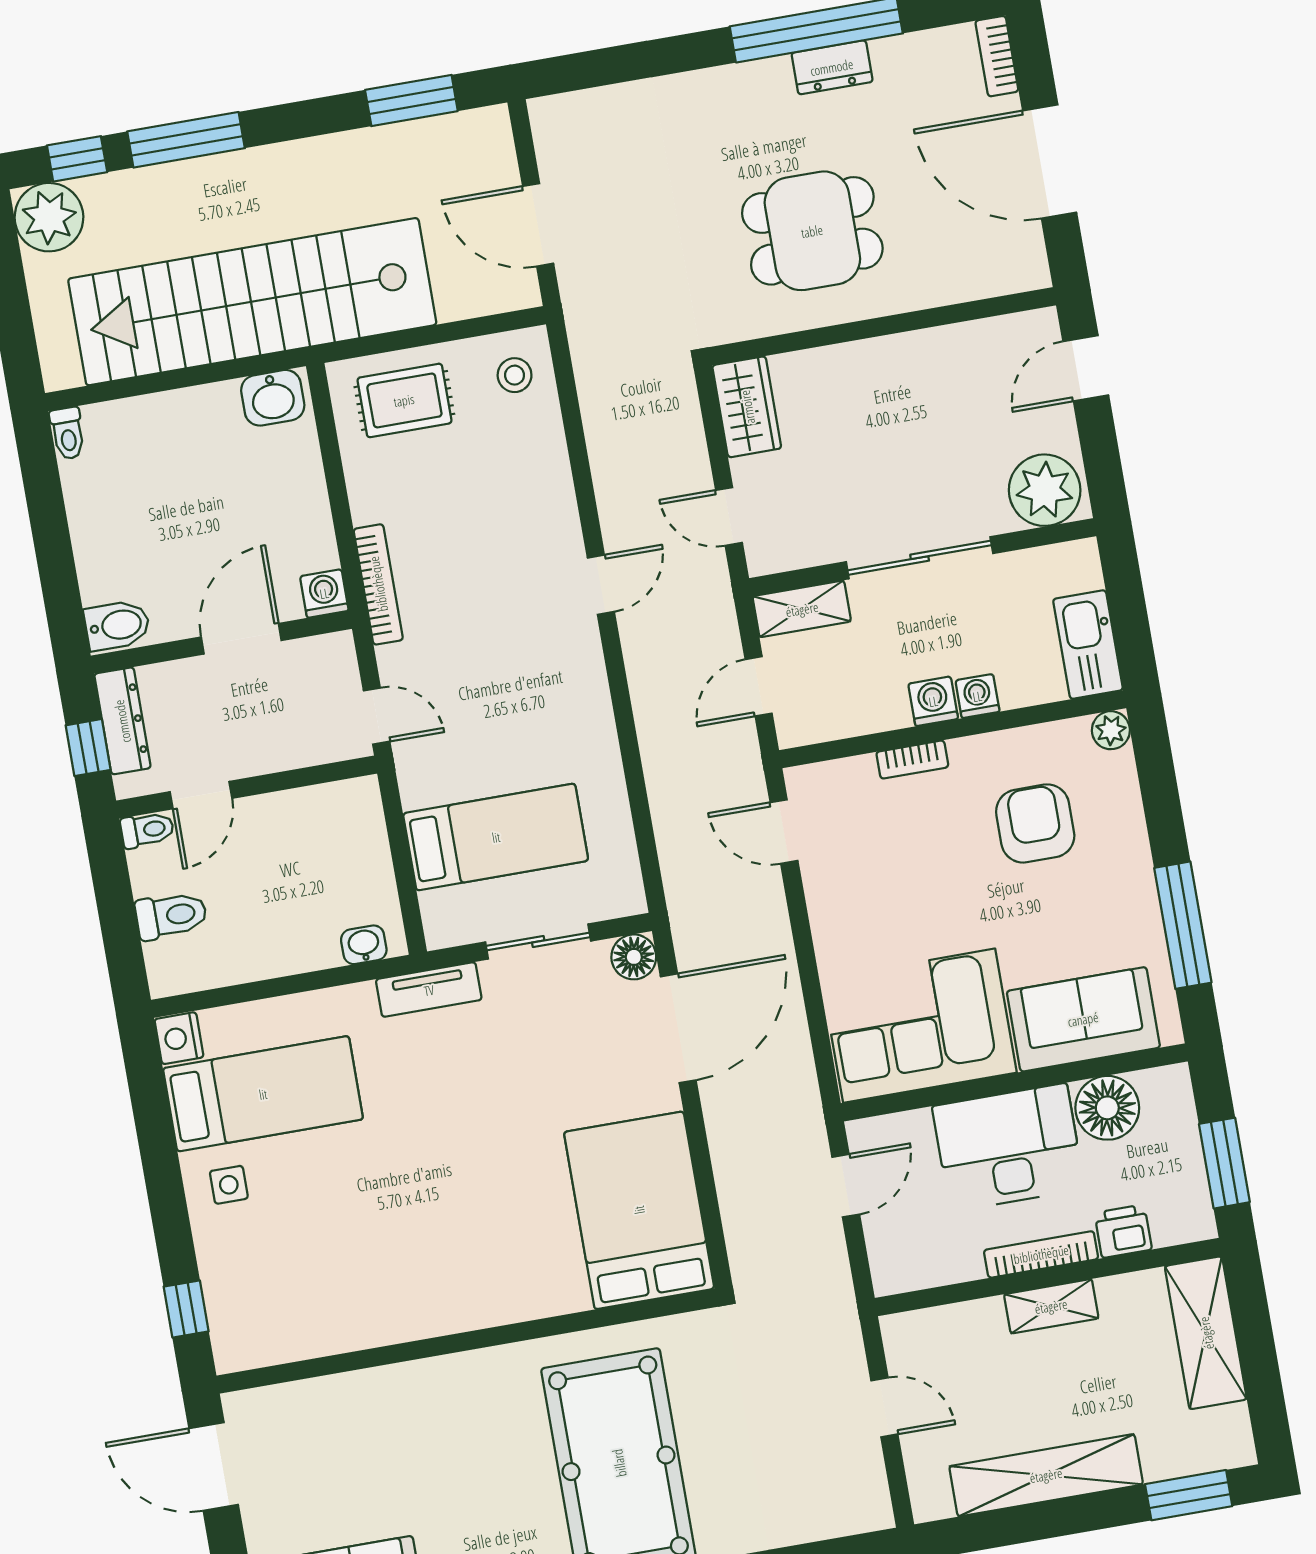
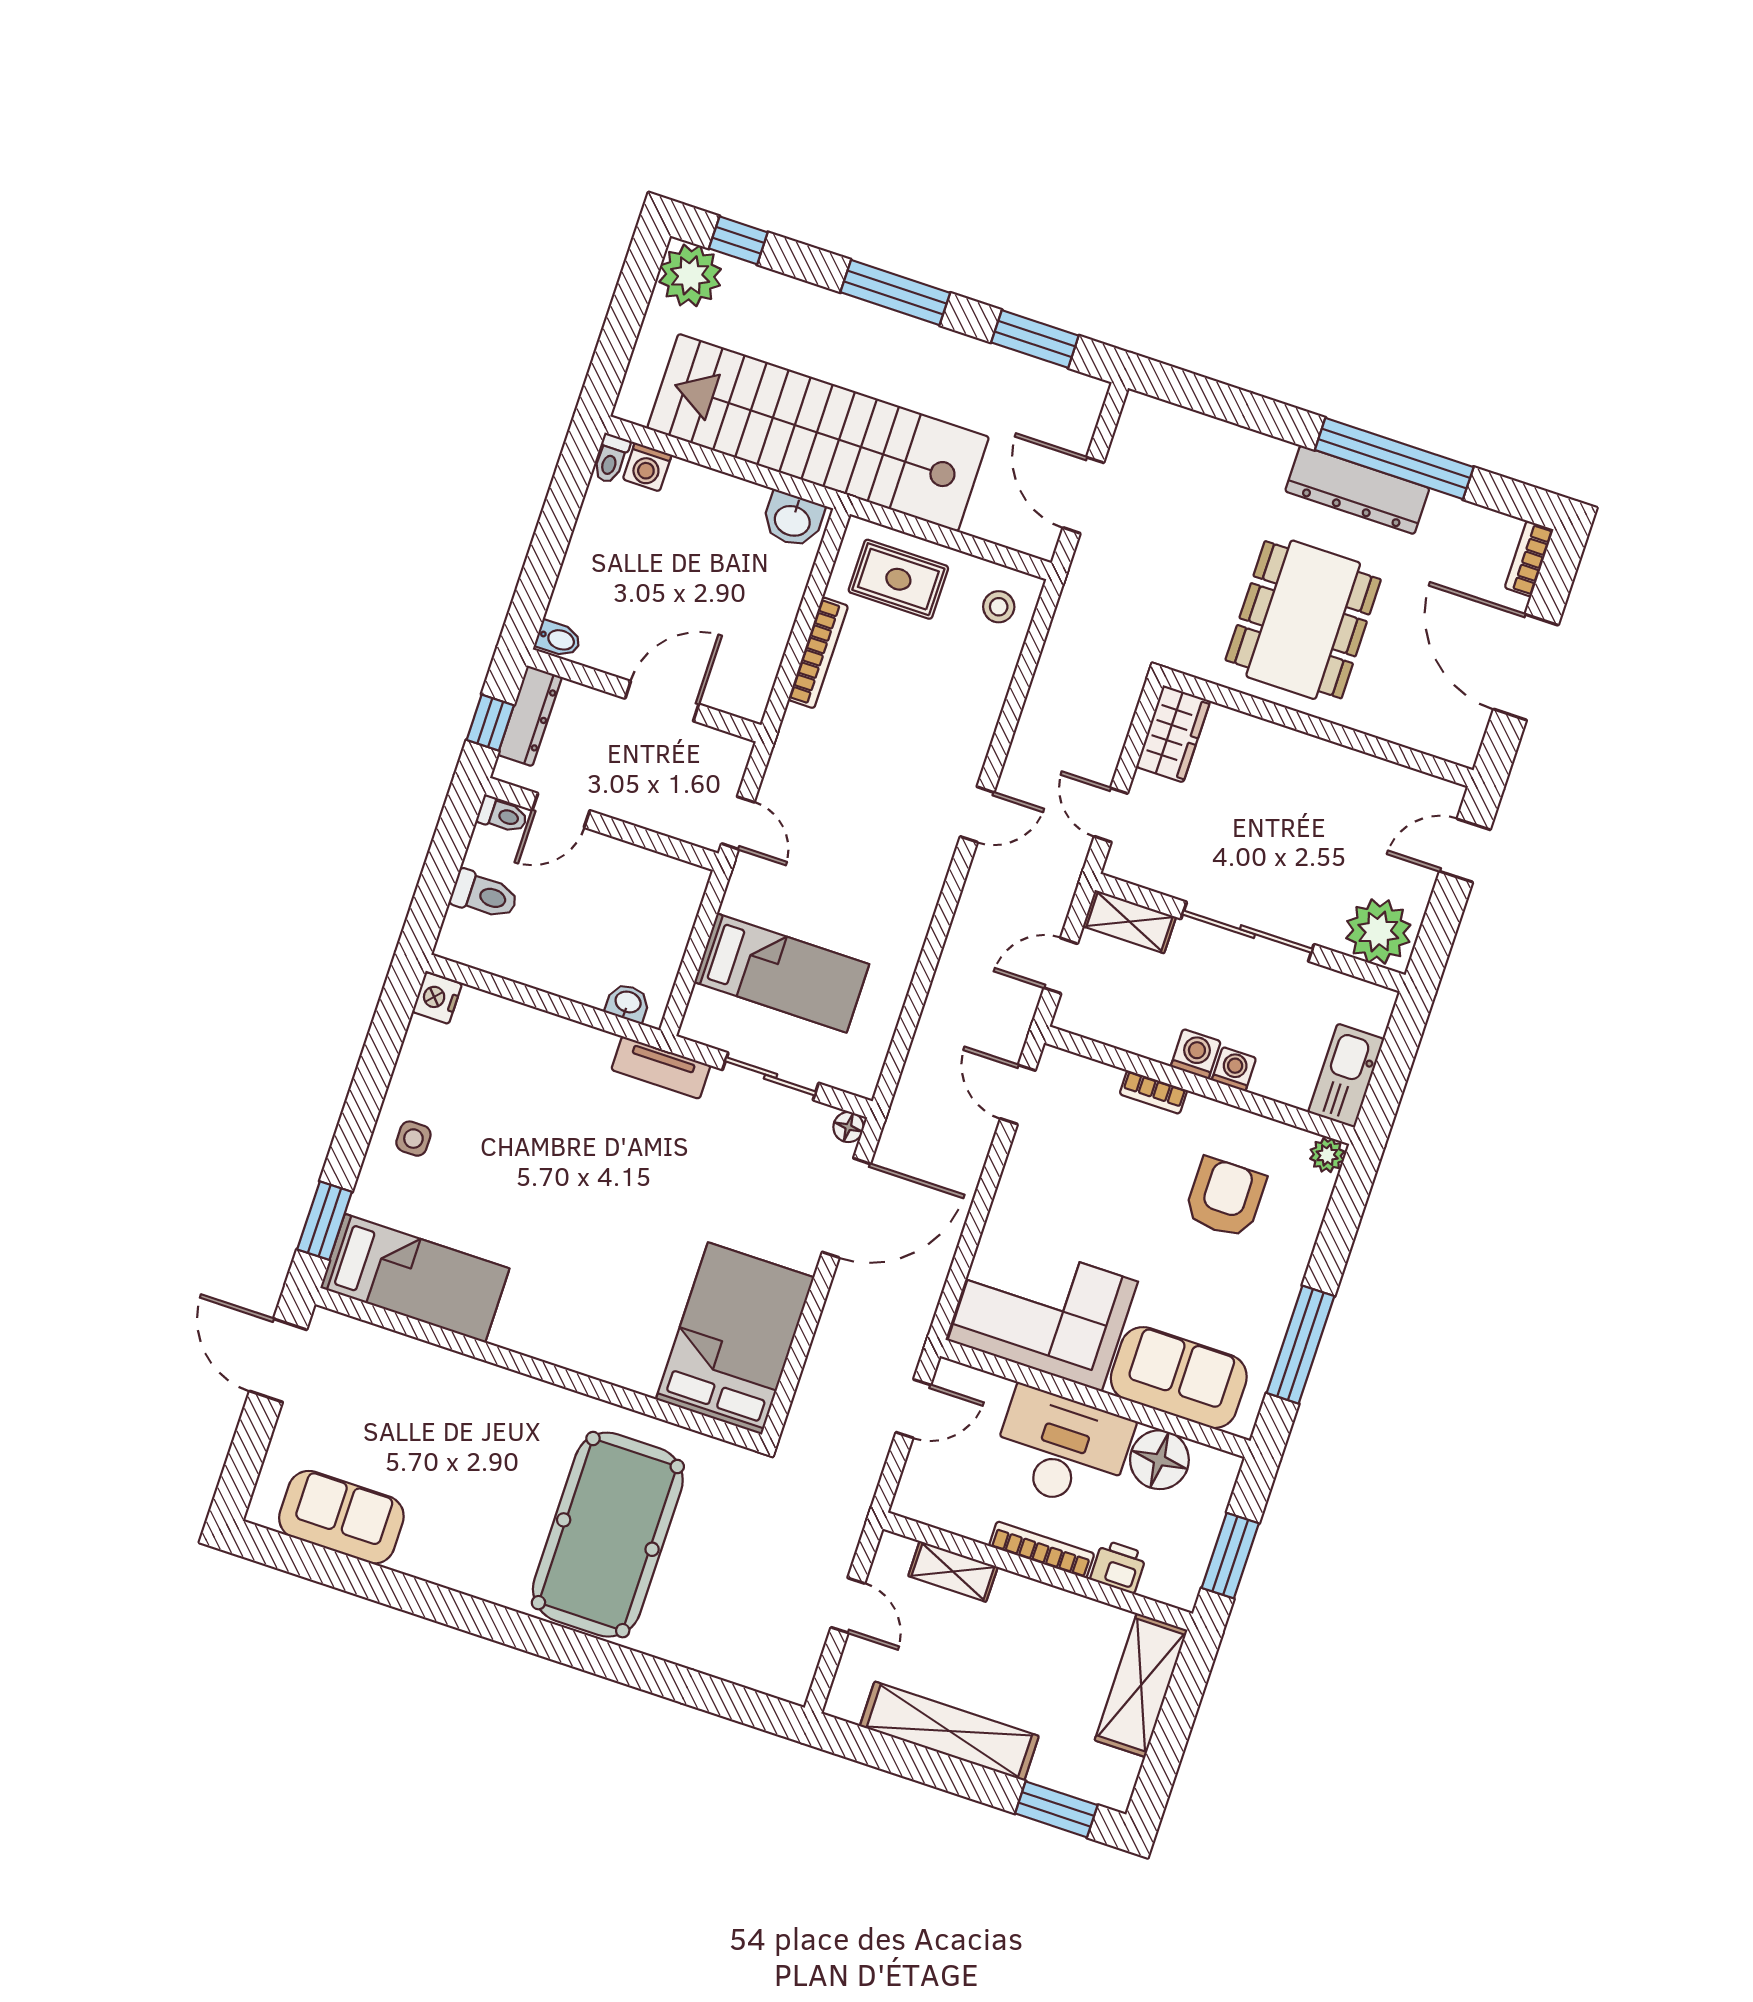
dresser: (832, 67) -> (1357, 490), width x1.96, depth x1.24
window: (186, 140) -> (895, 293), moved
dining table: (812, 231) -> (1303, 620), width x1.38
bookcase: (378, 584) -> (818, 653), moved
washing machine: (324, 593) -> (647, 467), moved, turned 180
bidet: (117, 625) -> (558, 639), width x0.72, depth x0.74
floor lamp: (634, 957) -> (848, 1127), width x0.73, depth x0.73
bed: (263, 1094) -> (415, 1278), moved
shelving: (1051, 1306) -> (953, 1571), moved
window: (186, 1309) -> (325, 1221), width x1.50

